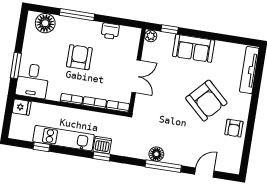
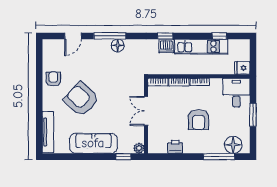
window: (77, 15) -> (219, 157), moved
sofa: (194, 48) -> (93, 143), width x1.36
window: (16, 66) -> (253, 115), moved

